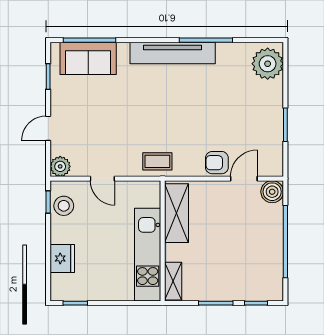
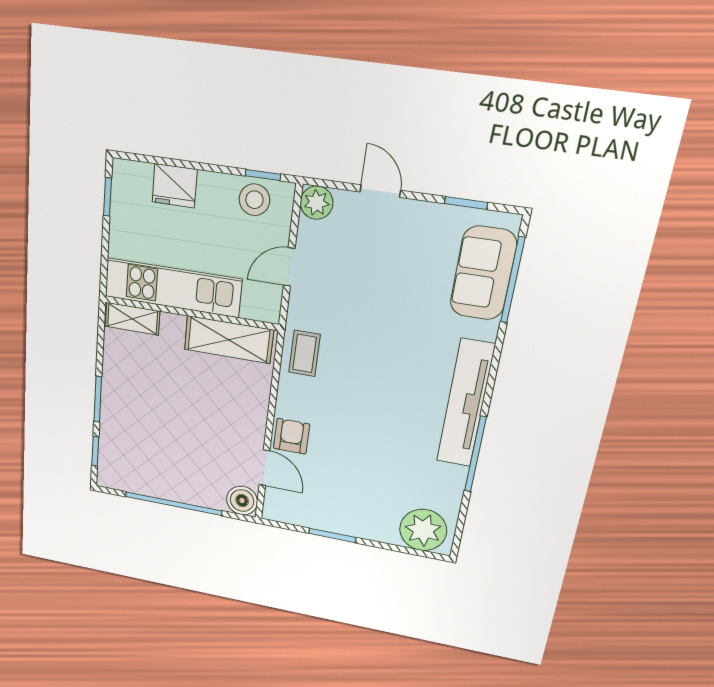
shelving: (177, 213) -> (229, 340), moved
wall: (163, 241) -> (191, 313), moved
kitchen unit: (148, 255) -> (173, 288), moved
shelving: (173, 281) -> (132, 319), moved

